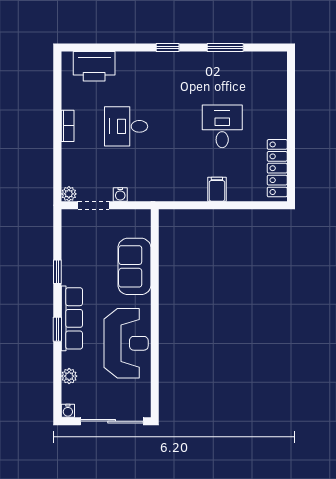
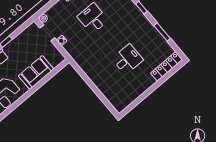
locker: (277, 168) -> (167, 66), moved
filing cabinet: (217, 189) -> (99, 80), removed

